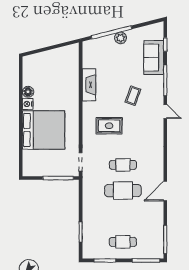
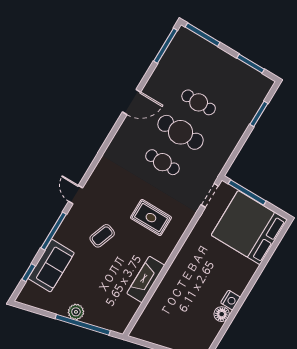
bed: (44, 130) -> (249, 228), moved
cafe table: (123, 242) -> (199, 102), moved

